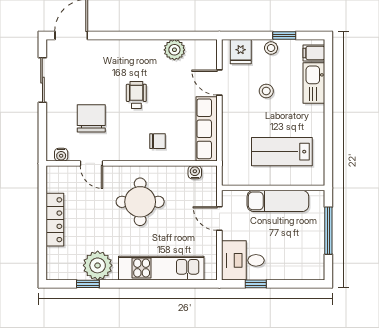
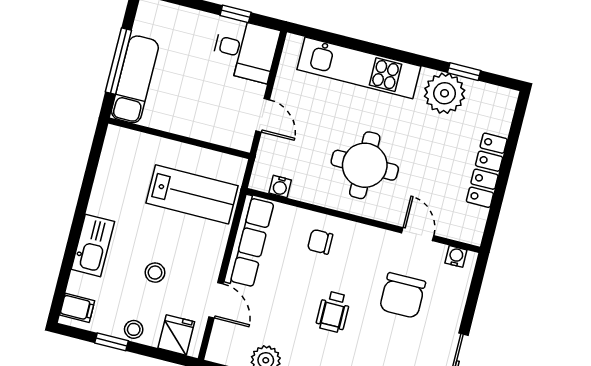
kitchen sink: (314, 83) -> (93, 245), moved
lab bench: (282, 152) -> (192, 194), moved
exam couch: (278, 201) -> (135, 79), moved, turned 90

